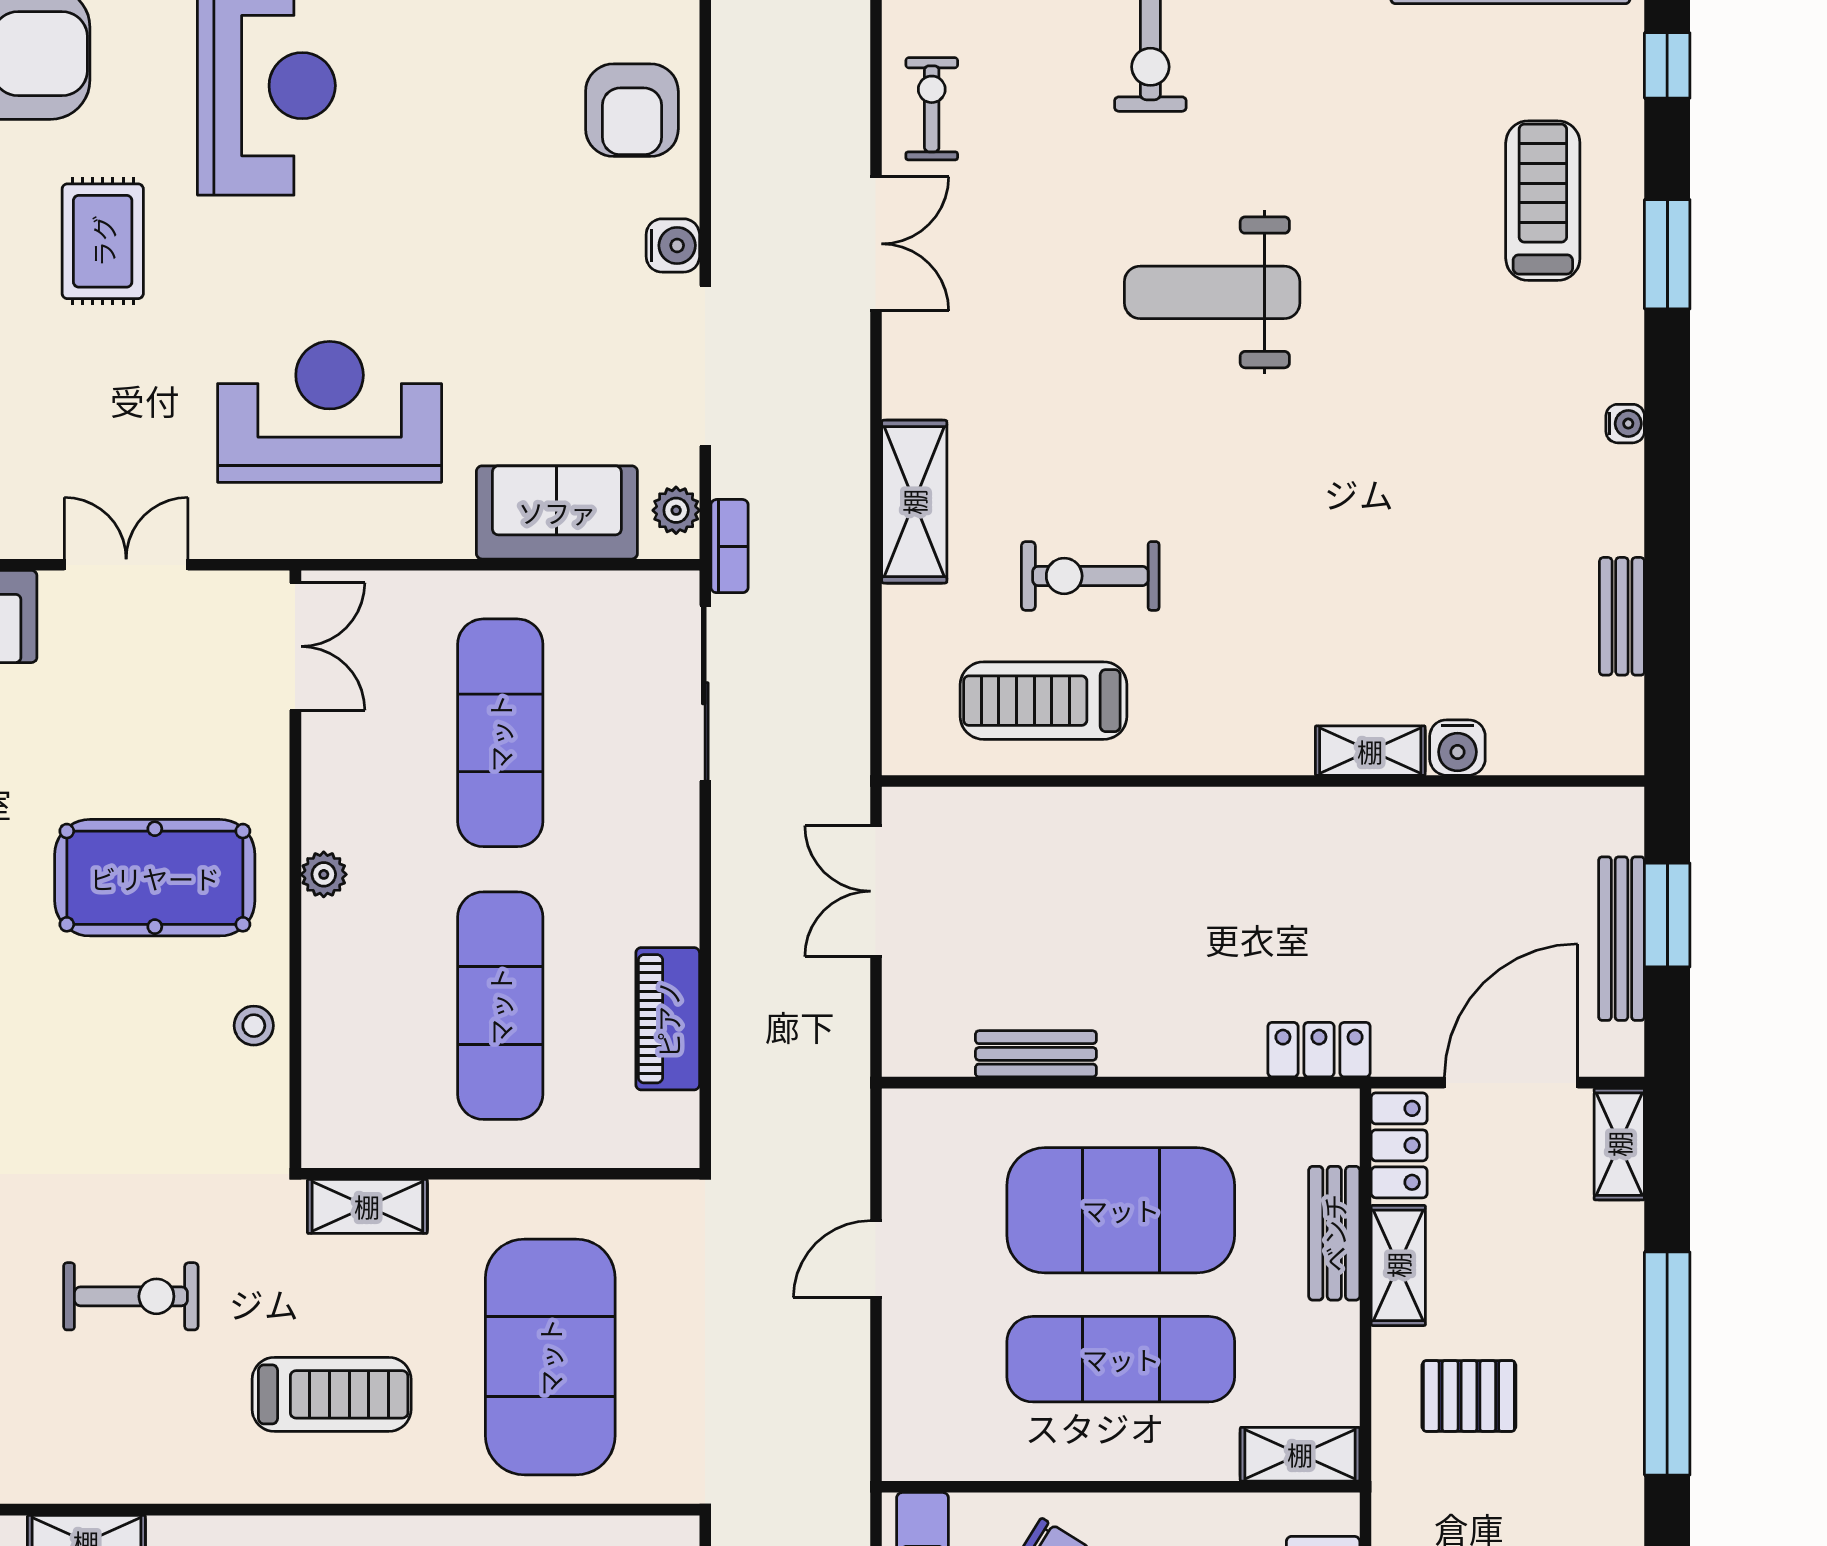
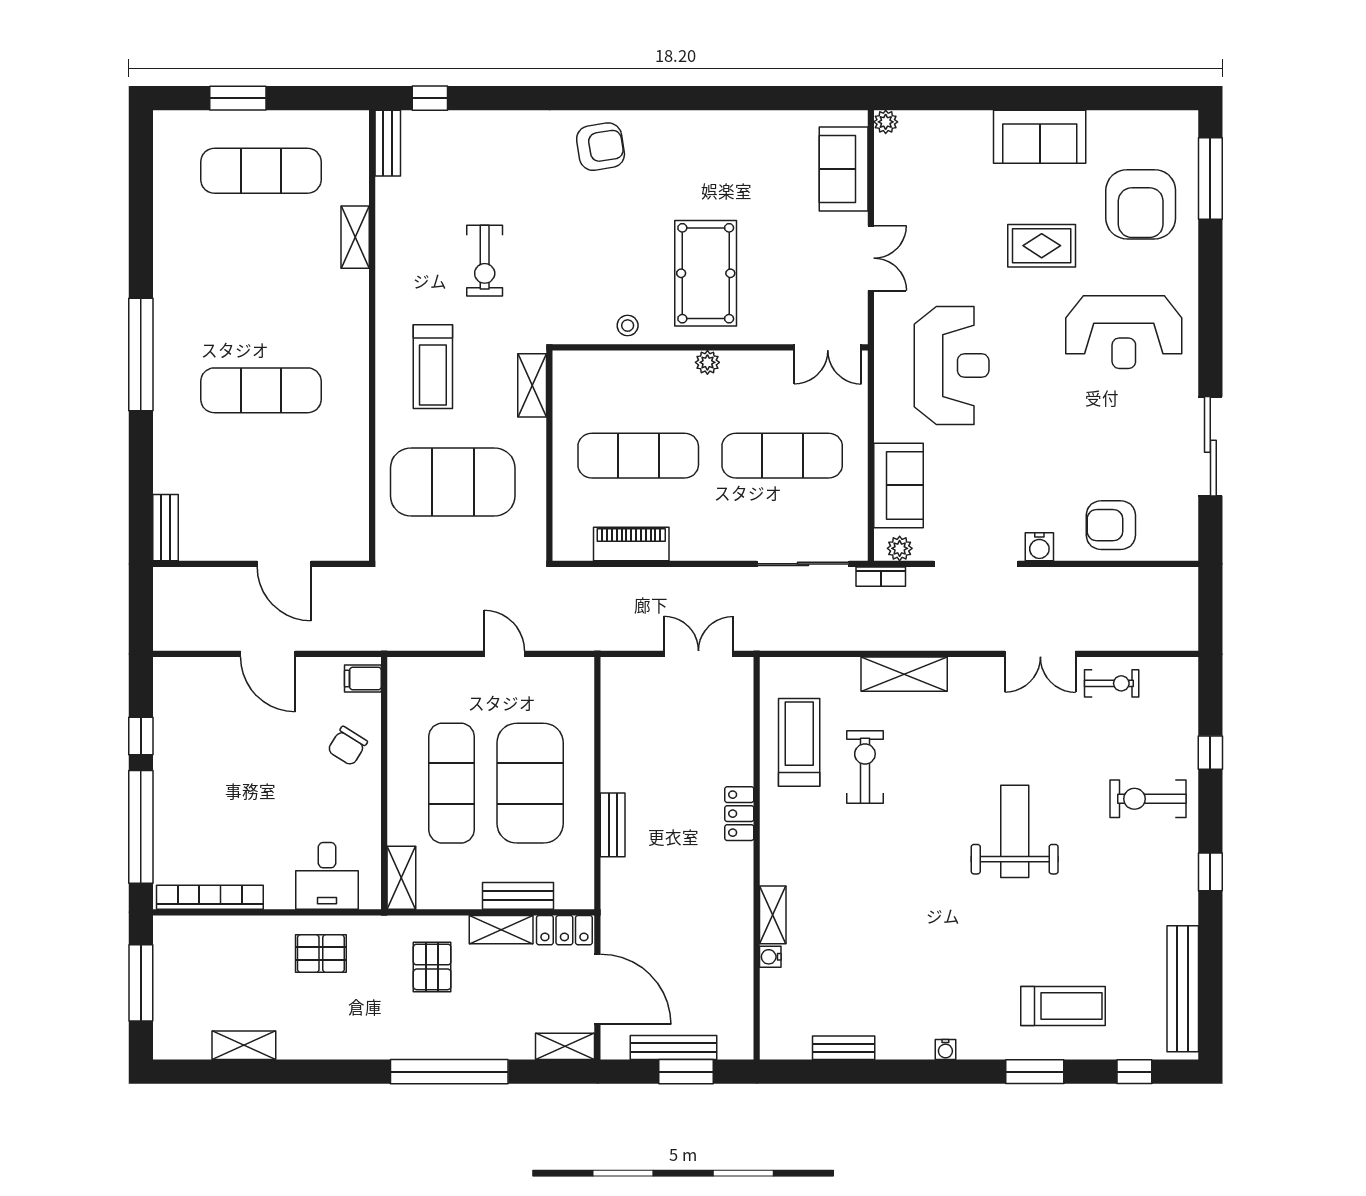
water cooler: (1457, 748) -> (770, 957), width x0.72, depth x0.72
locker: (1319, 1050) -> (739, 814), moved, turned 180
bench: (1036, 1054) -> (613, 825), moved

